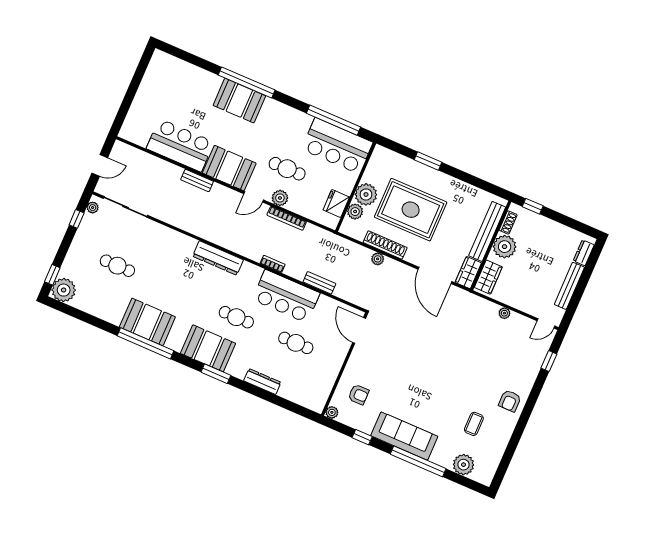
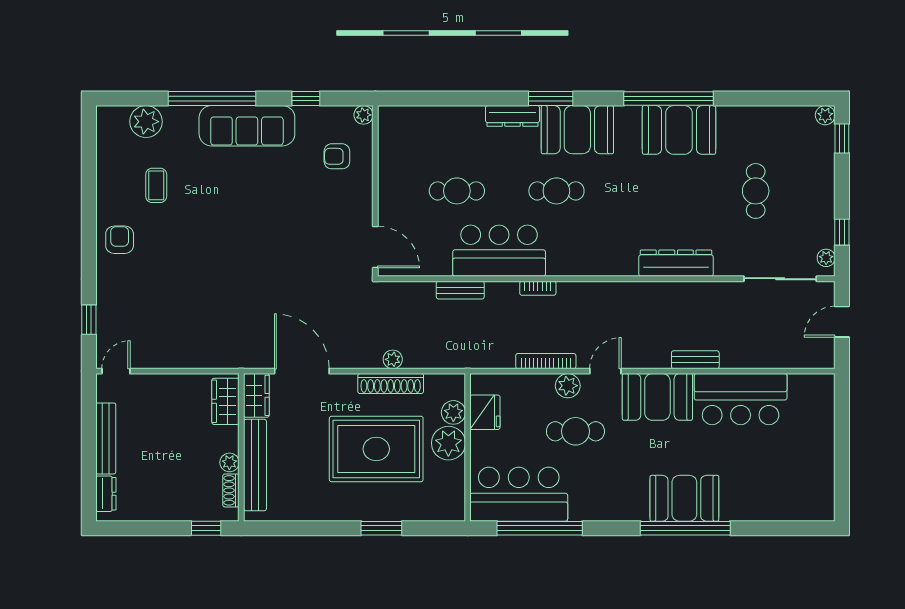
plant: (505, 247) -> (229, 462), width x0.53, depth x0.53
dresser: (218, 258) -> (676, 263), moved
cafe table: (117, 266) -> (756, 191), turned 90
plant: (64, 290) -> (825, 115), width x0.53, depth x0.53
plant: (504, 313) -> (181, 360), removed
dresser: (262, 382) -> (513, 116), moved

